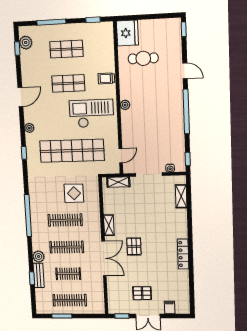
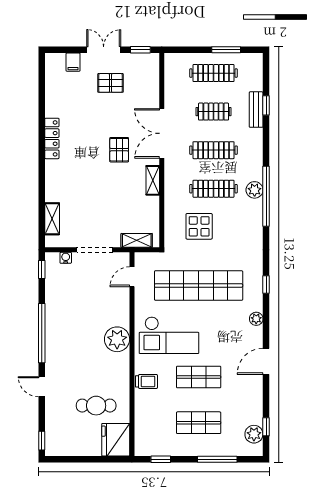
plant: (125, 105) -> (117, 339), width x1.88, depth x1.88
plant: (39, 257) -> (255, 190), moved

